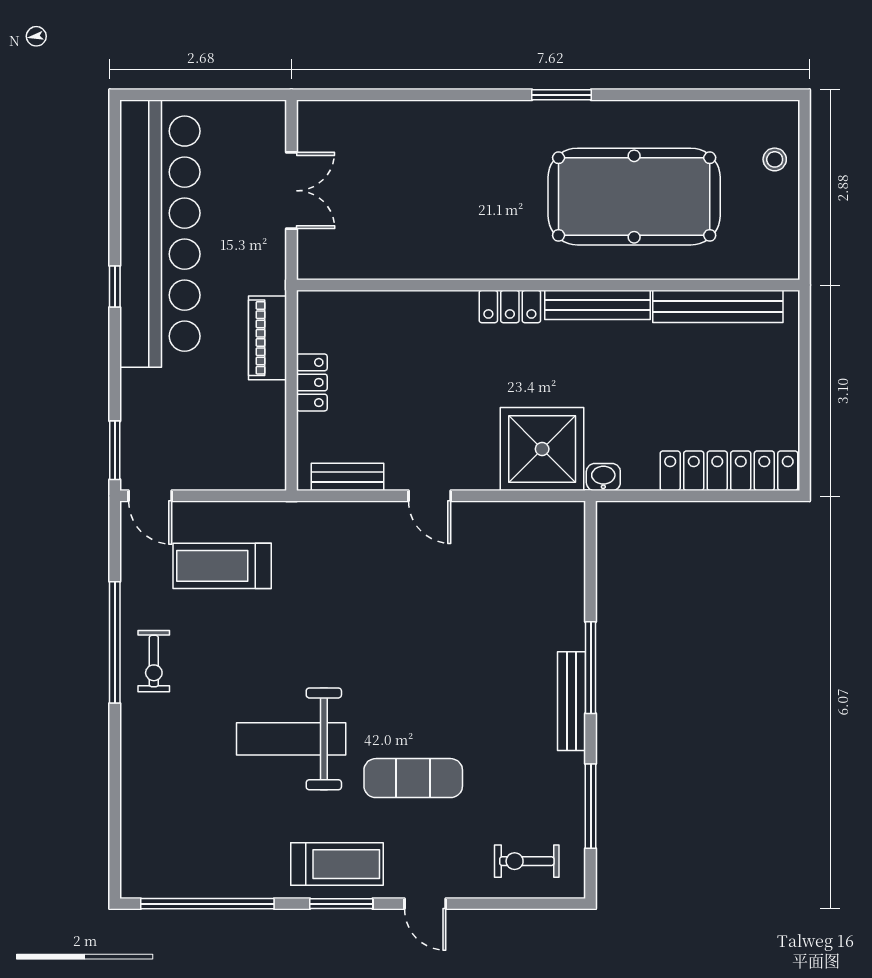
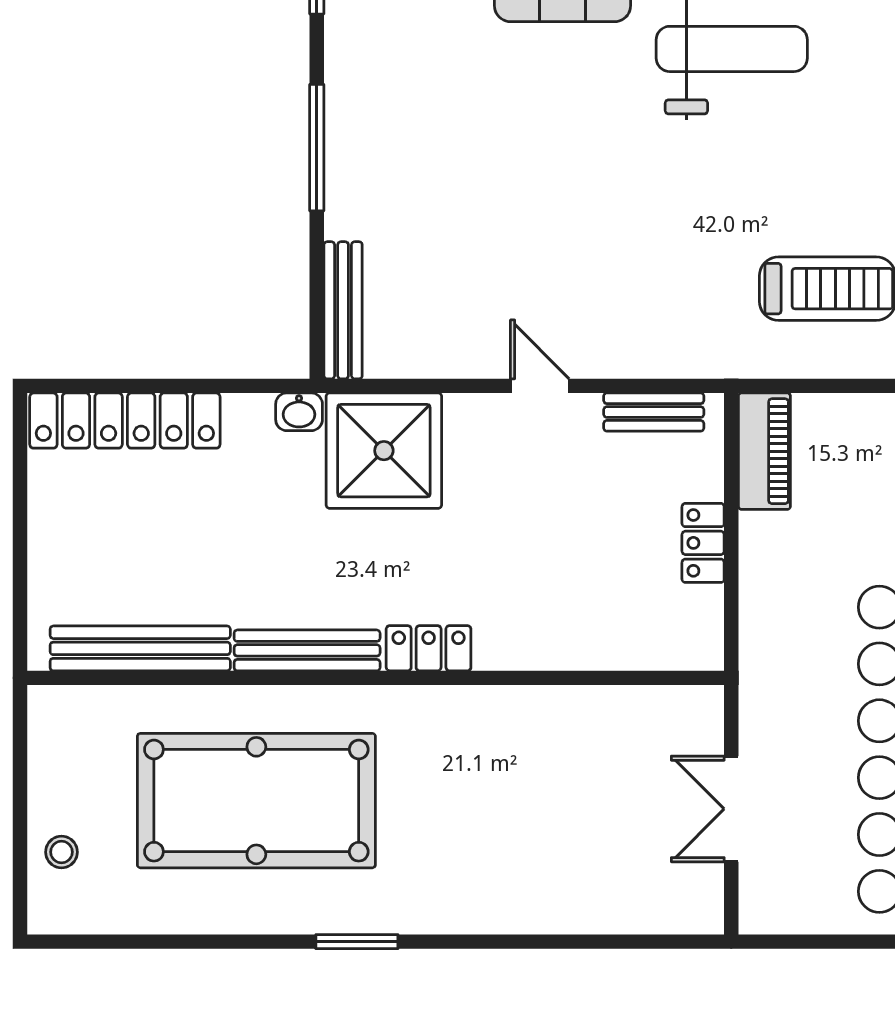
piano: (268, 338) -> (764, 451), moved
bench: (572, 701) -> (343, 310), moved

